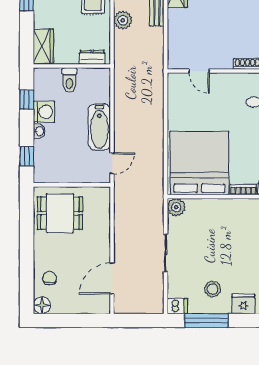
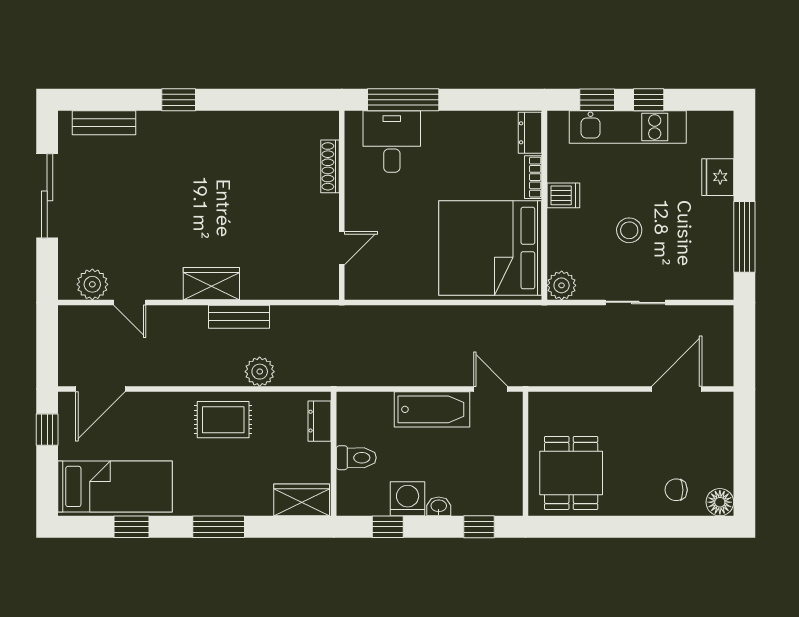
door: (112, 279) -> (677, 389), swing flipped
stool: (213, 289) -> (629, 230), moved
dishwasher: (177, 306) -> (563, 195), moved, turned 90

